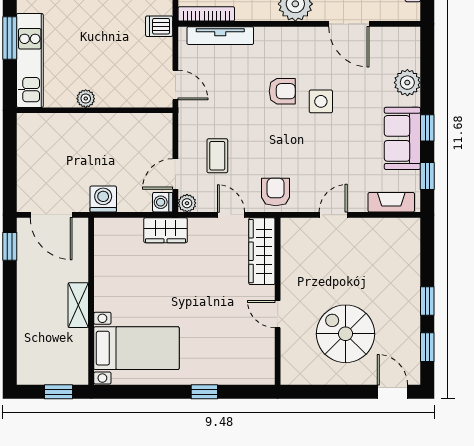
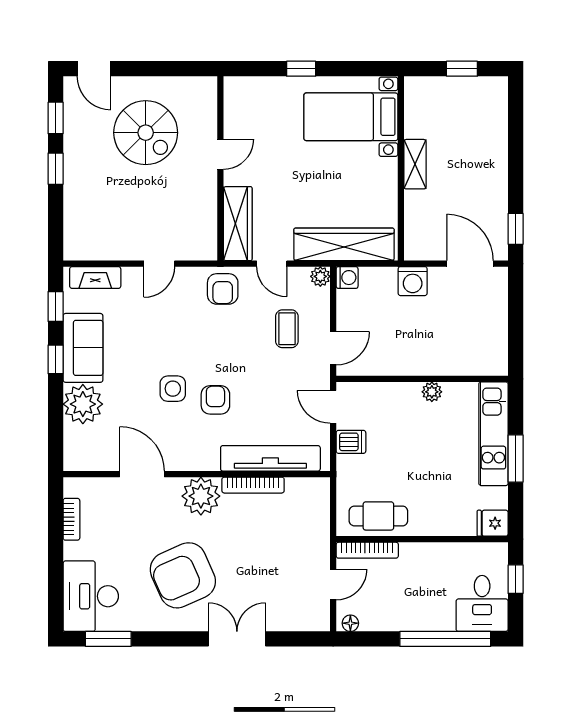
bookcase: (206, 14) -> (253, 485), moved
dishwasher: (159, 26) -> (351, 442), moved
tv unit: (220, 36) -> (270, 458), width x1.36, depth x1.29
plant: (407, 83) -> (83, 404), width x1.36, depth x1.36
armchair: (282, 91) -> (215, 400), turned 90
door: (175, 174) -> (333, 348), moved
wardrobe: (166, 230) -> (344, 244), width x2.10, depth x1.17
wall: (91, 301) -> (401, 168), moved
shelving: (78, 305) -> (415, 164), moved
door: (278, 314) -> (220, 154), hinge flipped
bed with nightstands: (136, 348) -> (351, 117), moved

